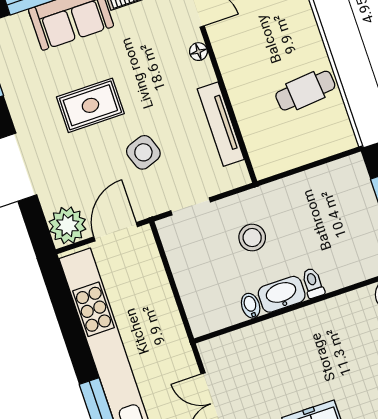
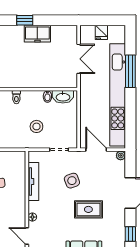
plant: (67, 225) -> (121, 155), width x0.53, depth x0.53
door: (116, 232) -> (96, 150), swing flipped
washbasin: (282, 294) -> (63, 97), moved

